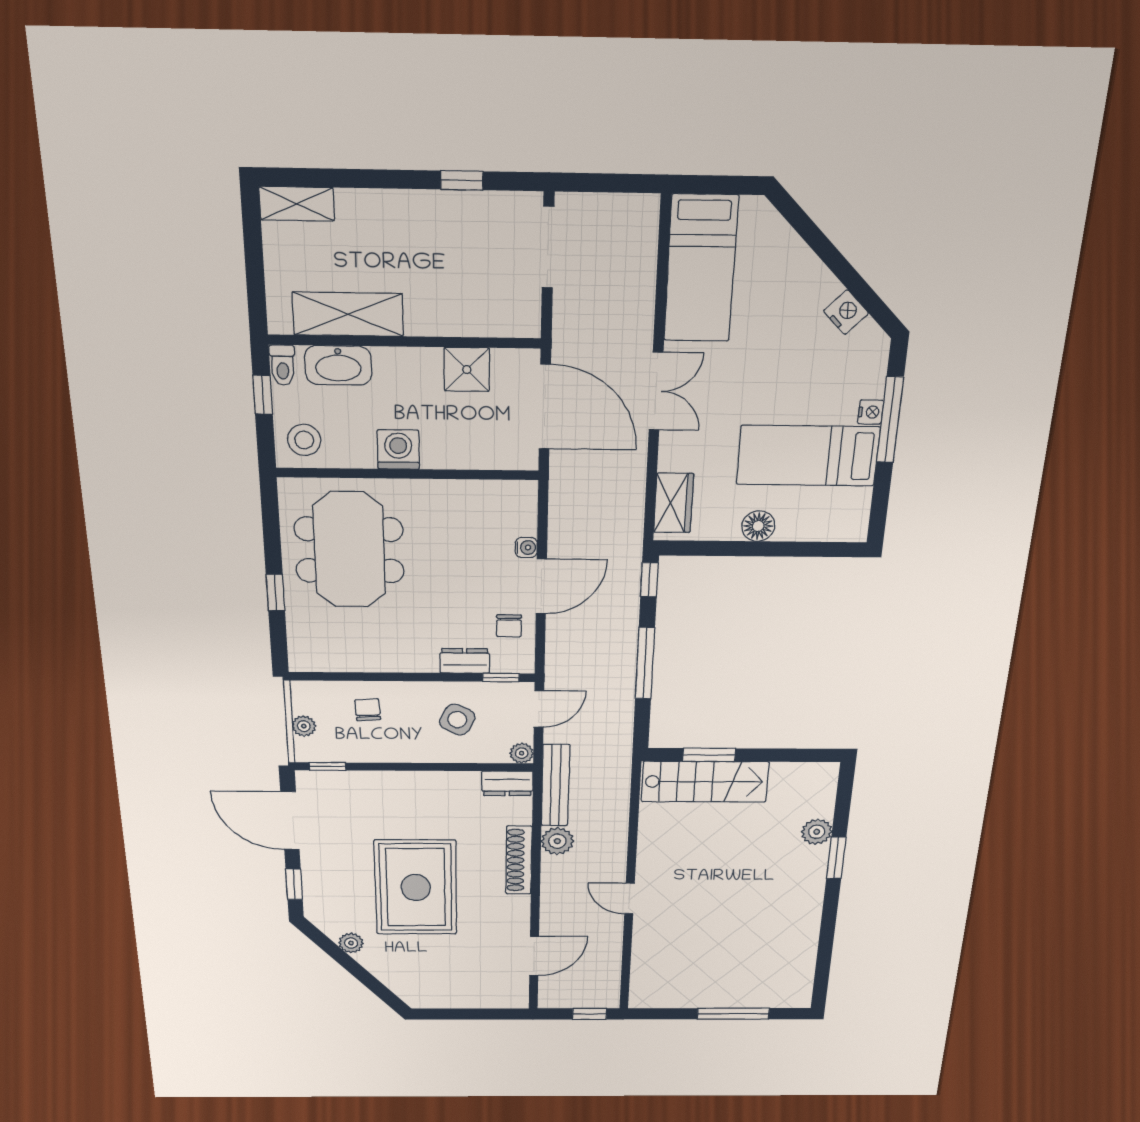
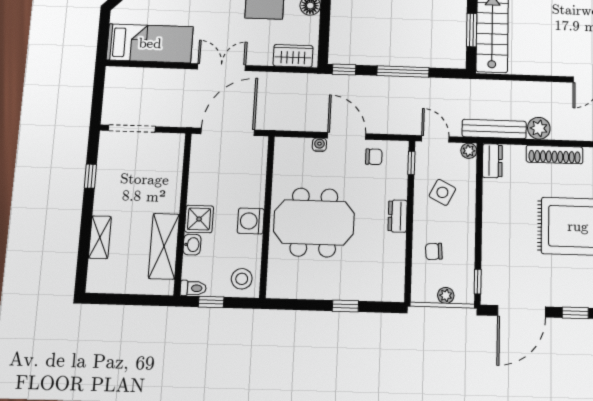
shelving: (297, 204) -> (100, 237), moved
washbasin: (338, 365) -> (192, 245), width x0.52, depth x0.69
shower: (467, 369) -> (199, 219), moved
meeting table: (349, 550) -> (314, 222), moved
dresser: (465, 661) -> (398, 216), moved

